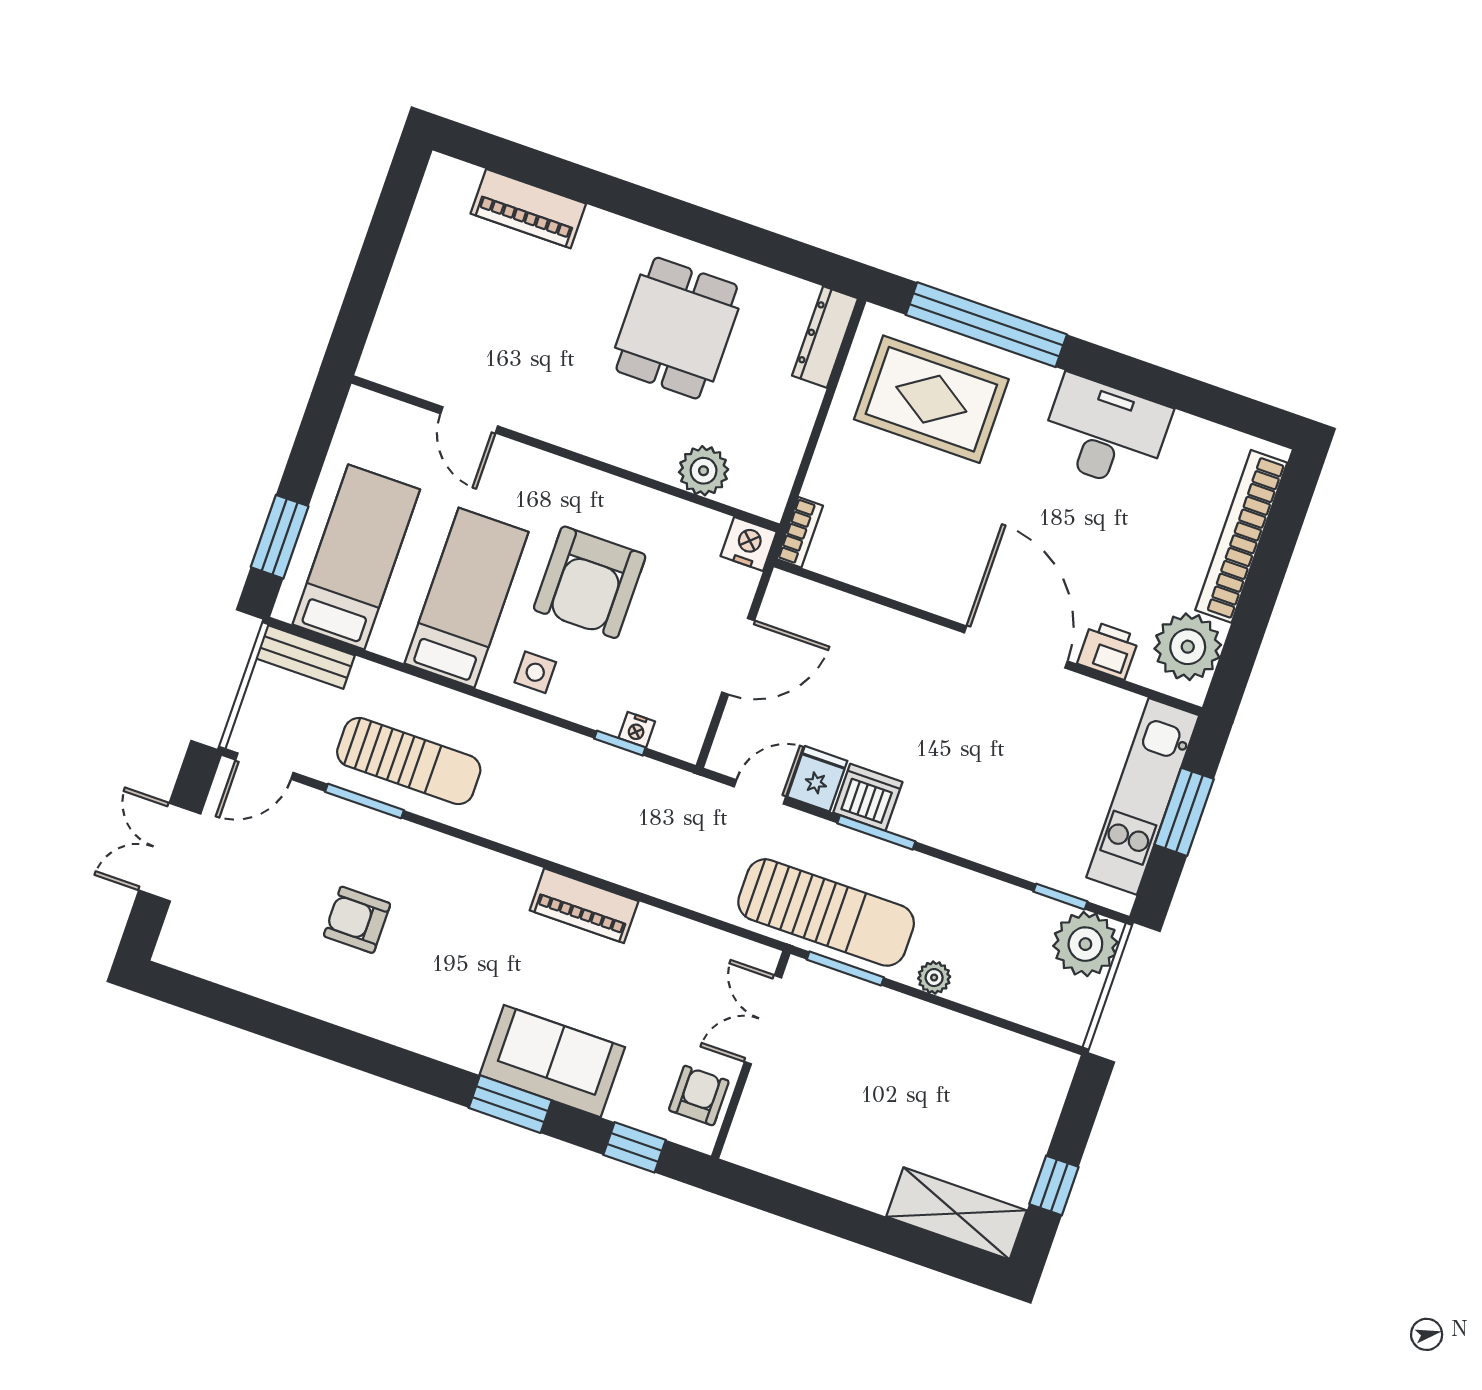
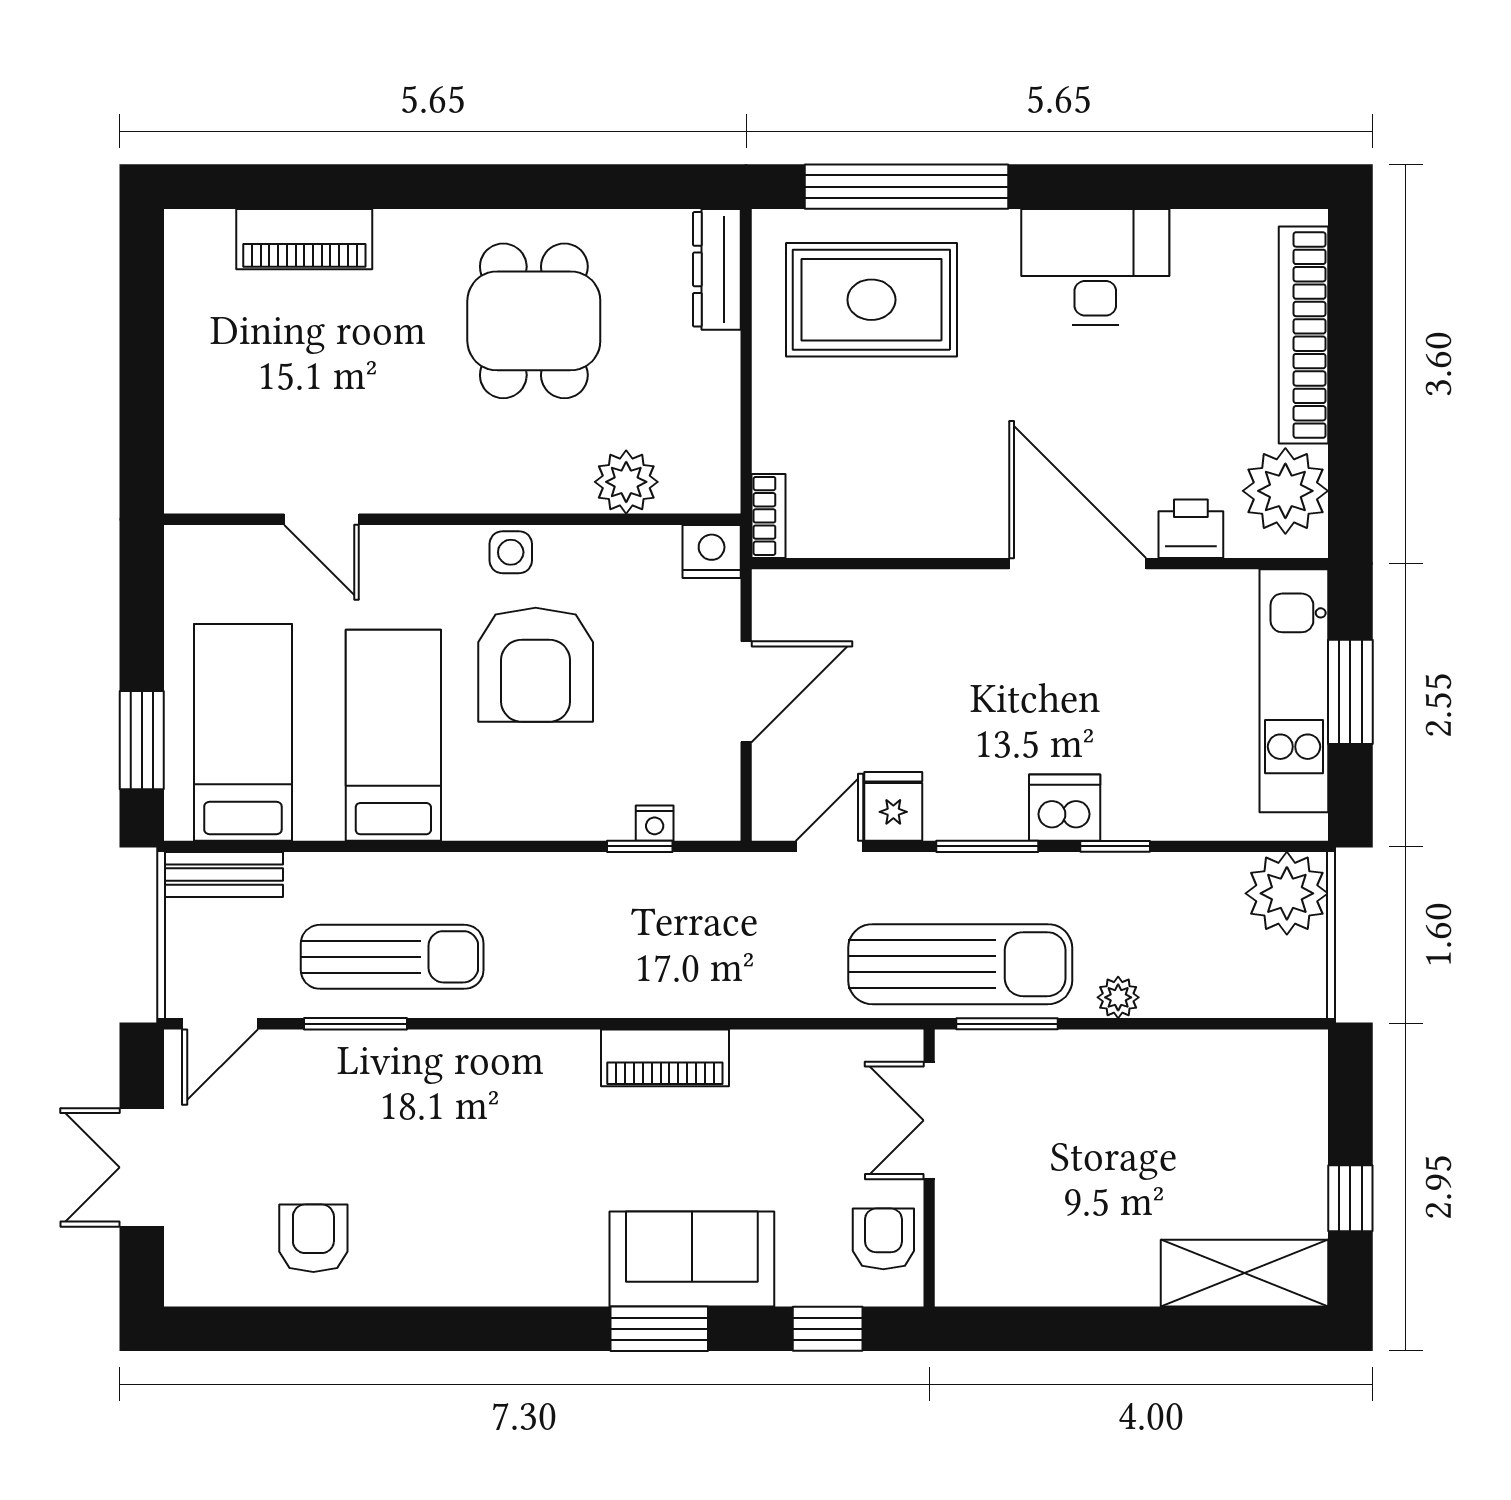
side table: (535, 672) -> (511, 552), moved
dishwasher: (868, 797) -> (1065, 808), moved
window: (1060, 897) -> (1115, 846), moved
armchair: (357, 920) -> (313, 1238), moved, turned 90

